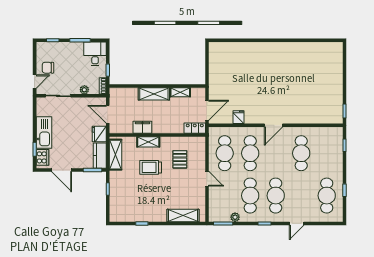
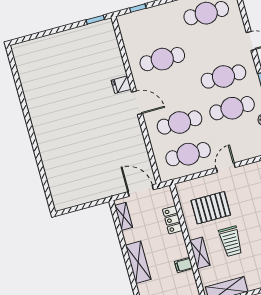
shelving: (180, 92) -> (124, 216), moved
fridge: (238, 117) -> (121, 85), moved
filing cabinet: (142, 127) -> (184, 265), width x0.50
locker: (195, 128) -> (172, 220), moved
pallet: (180, 159) -> (211, 208), width x1.50, depth x1.42

